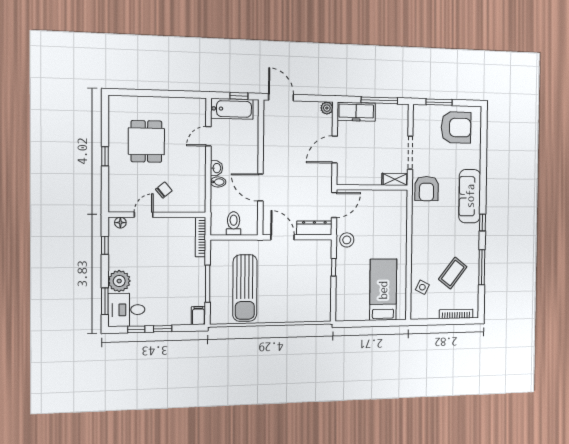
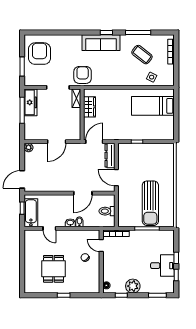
freezer: (356, 112) -> (31, 102), moved
dining table: (146, 141) -> (54, 269), turned 90
door: (335, 150) -> (57, 142), hinge flipped
armchair: (427, 189) -> (83, 75), turned -90
sofa: (470, 196) -> (101, 43), moved
wardrobe: (383, 198) -> (90, 107), added
door: (334, 205) -> (94, 142), hinge flipped
door: (144, 215) -> (101, 246), moved
door: (283, 237) -> (116, 178), hinge flipped
stool: (347, 240) -> (118, 133), removed
plant: (119, 281) -> (133, 286), moved
sun lounger: (245, 288) -> (150, 203), turned 90
desk: (126, 310) -> (162, 266), moved, turned -90
filing cabinet: (198, 316) -> (168, 234), removed

